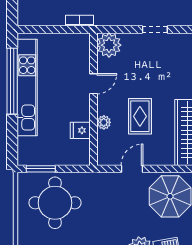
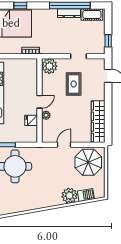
door: (93, 84) -> (39, 102), moved
rug: (140, 116) -> (74, 84), moved

